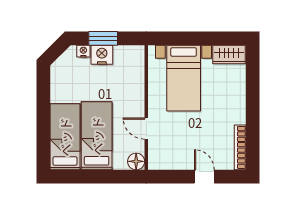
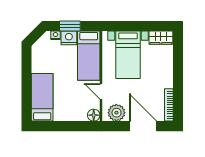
bed: (97, 136) -> (89, 56), moved, turned 180
plant: (168, 158) -> (116, 113), added
door: (204, 177) -> (143, 126), width x1.88

